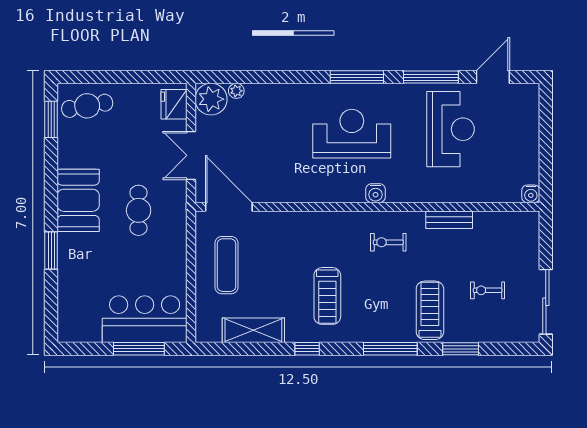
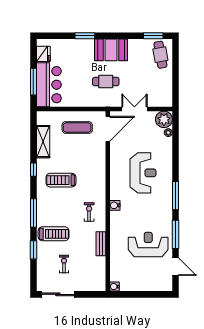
fridge: (174, 104) -> (43, 54), moved, turned 90
reception desk: (451, 129) -> (148, 245), turned 180
reception desk: (352, 134) -> (143, 173), moved

